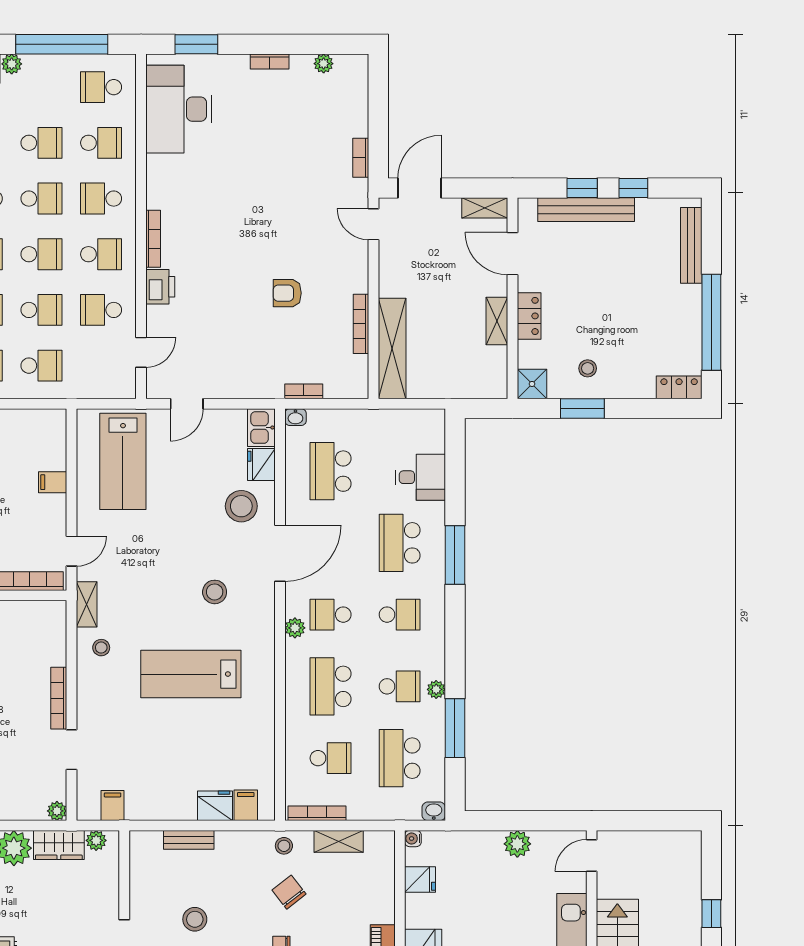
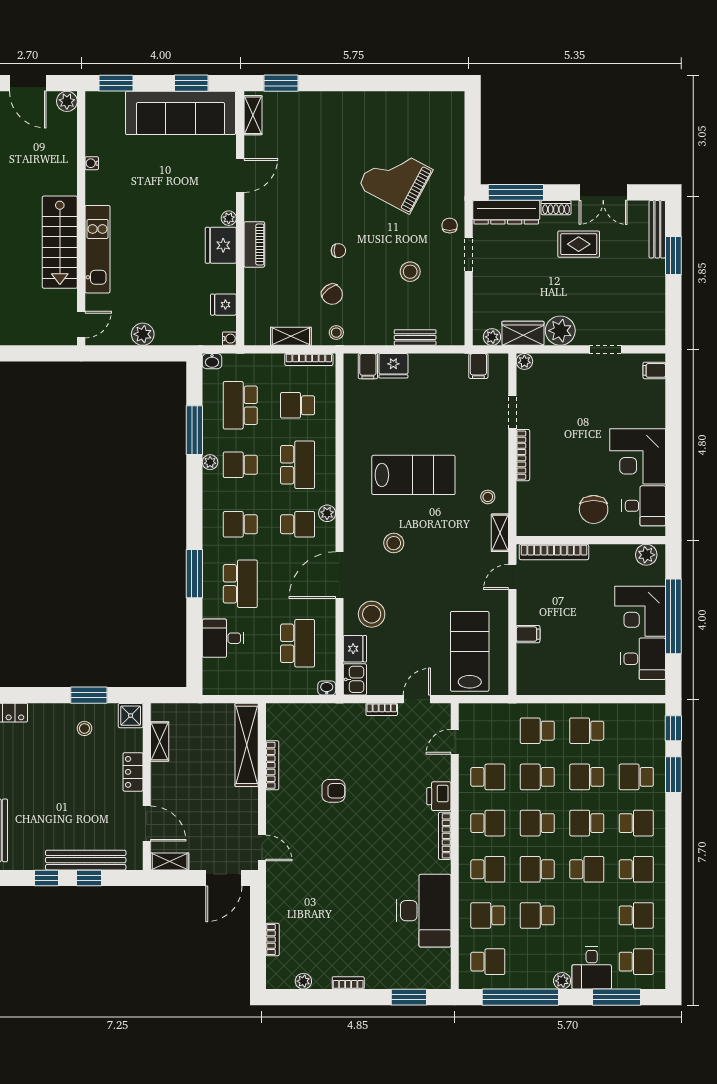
desk: (179, 109) -> (424, 911), moved
bookcase: (361, 158) -> (273, 940), moved
school desk: (101, 254) -> (488, 823), turned 180
shelving: (497, 321) -> (160, 741), moved
bookcase: (304, 391) -> (382, 709), moved
school desk: (400, 758) -> (240, 405), turned 180

